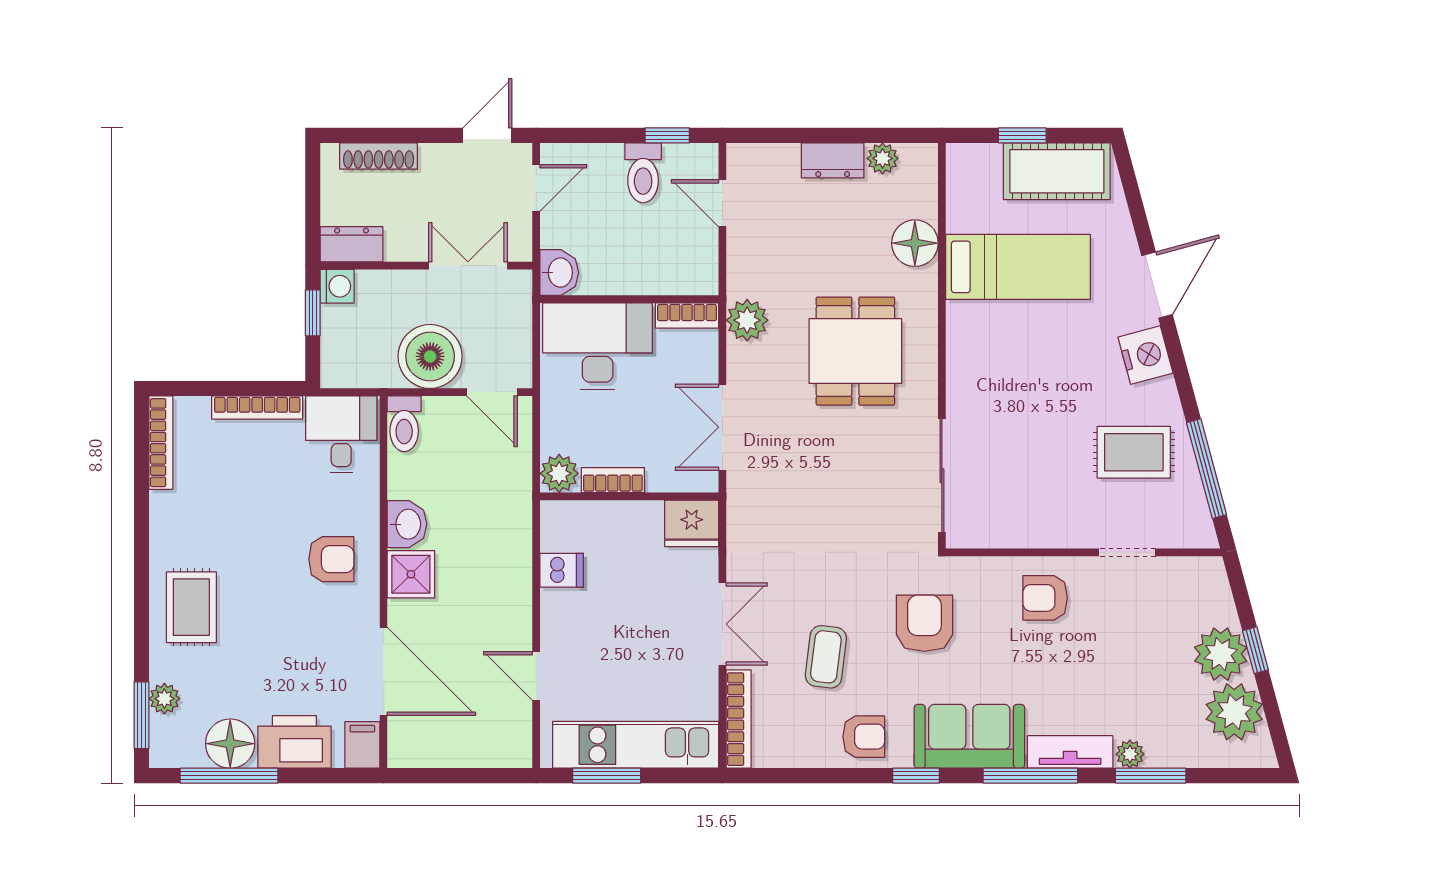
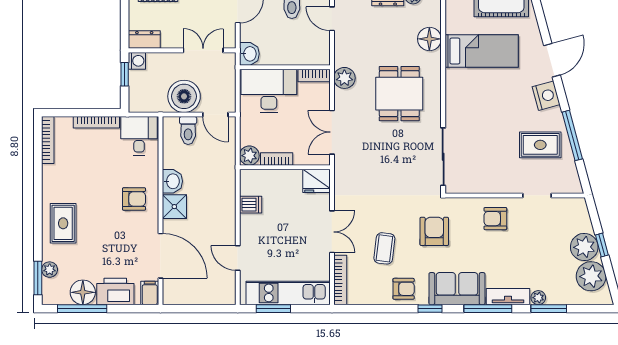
toilet: (404, 424) -> (188, 130), moved
window: (1207, 469) -> (572, 135), moved

